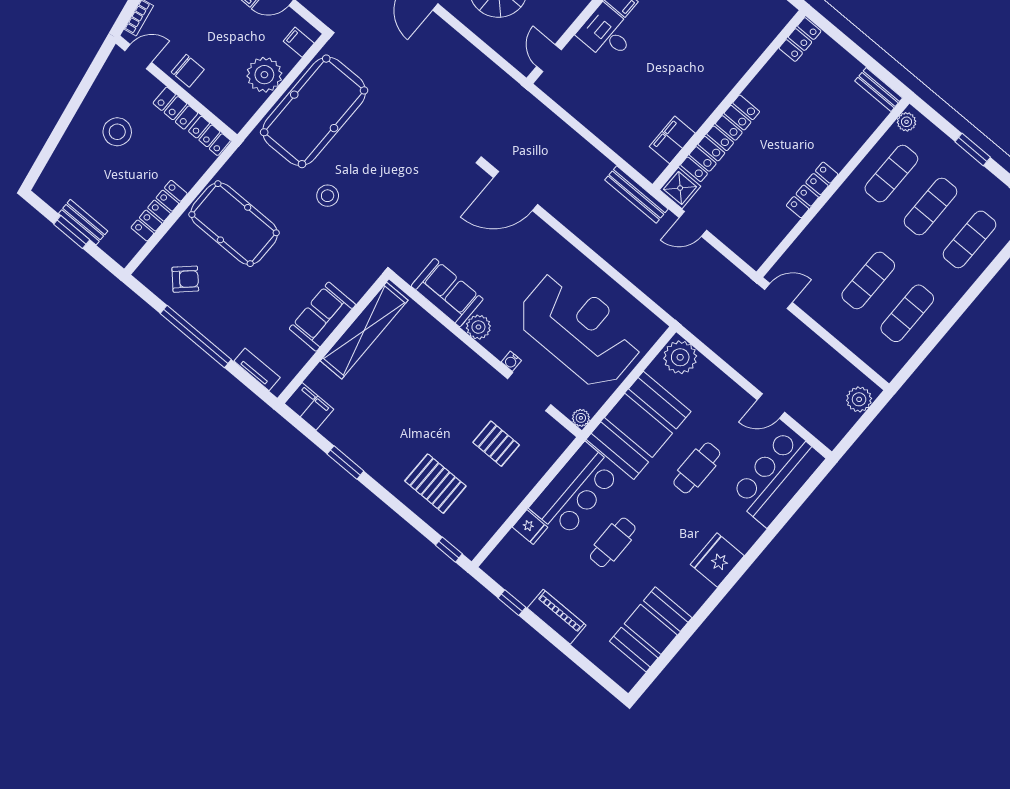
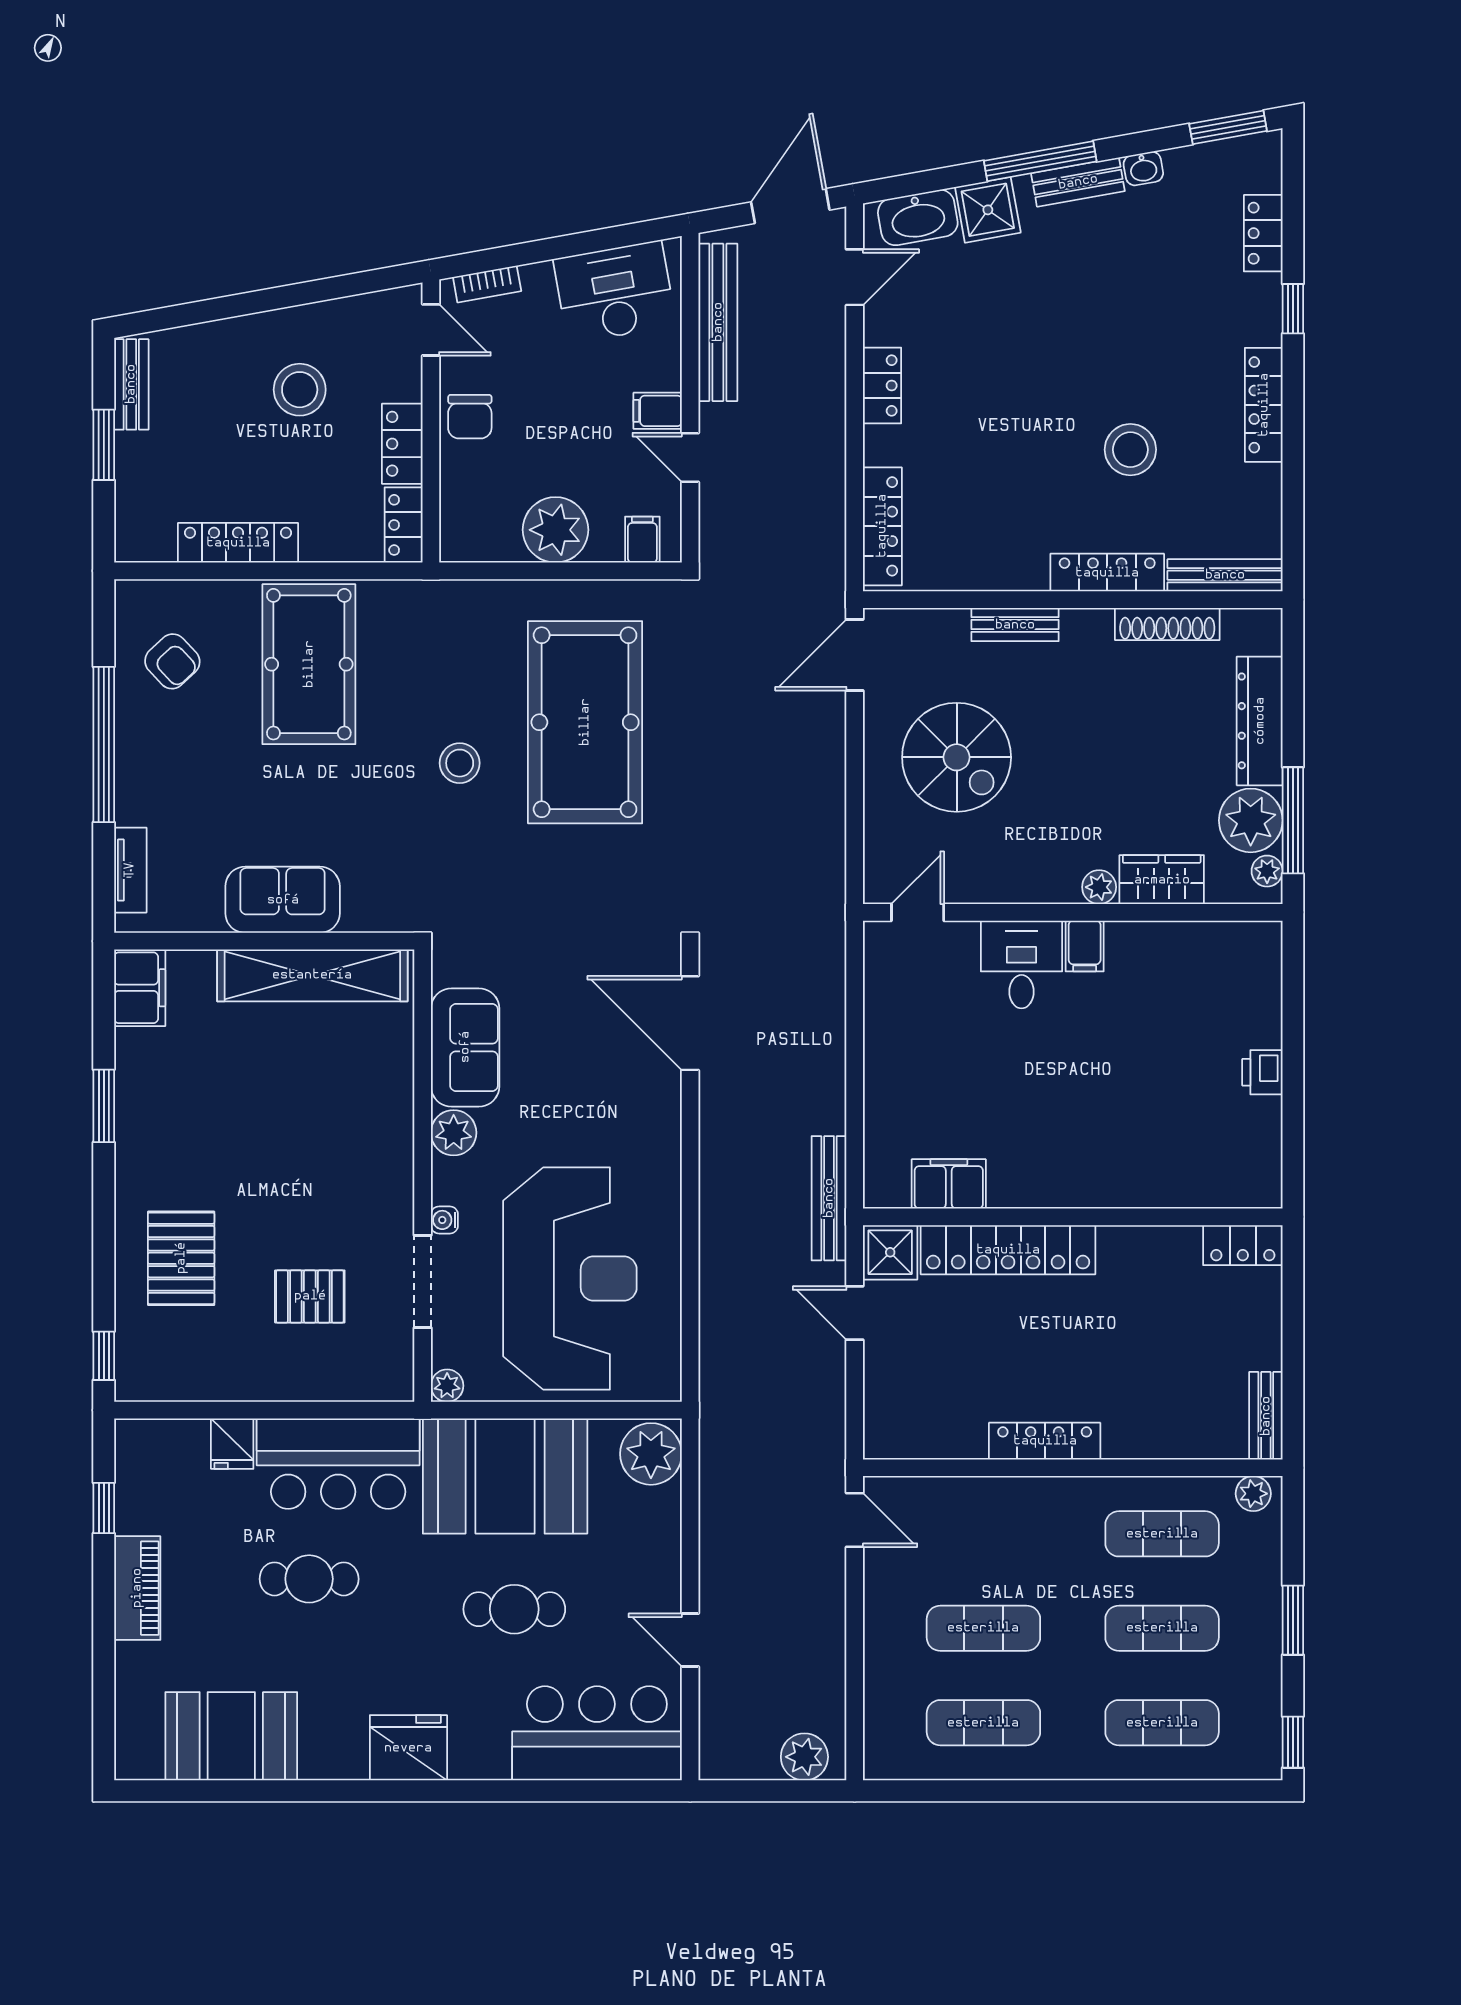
pool table: (314, 111) -> (585, 722), moved, turned 90
bench: (83, 222) -> (131, 384), moved
pallet: (496, 444) -> (310, 1296), turned 90

